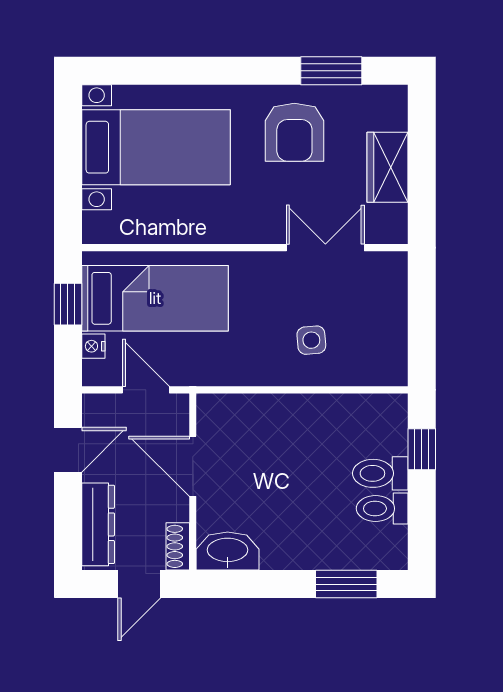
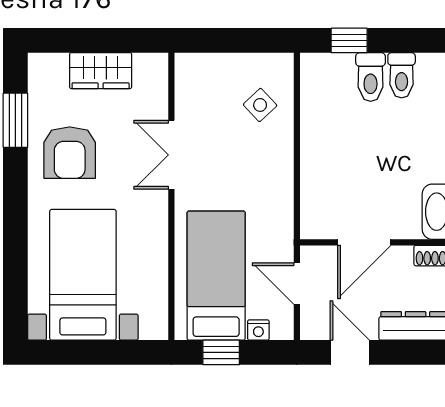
armchair: (294, 132) -> (70, 153), turned 90
double door: (325, 248) -> (171, 155), moved
side table: (311, 340) -> (260, 105), moved, turned -38
door: (146, 390) -> (297, 284), hinge flipped

